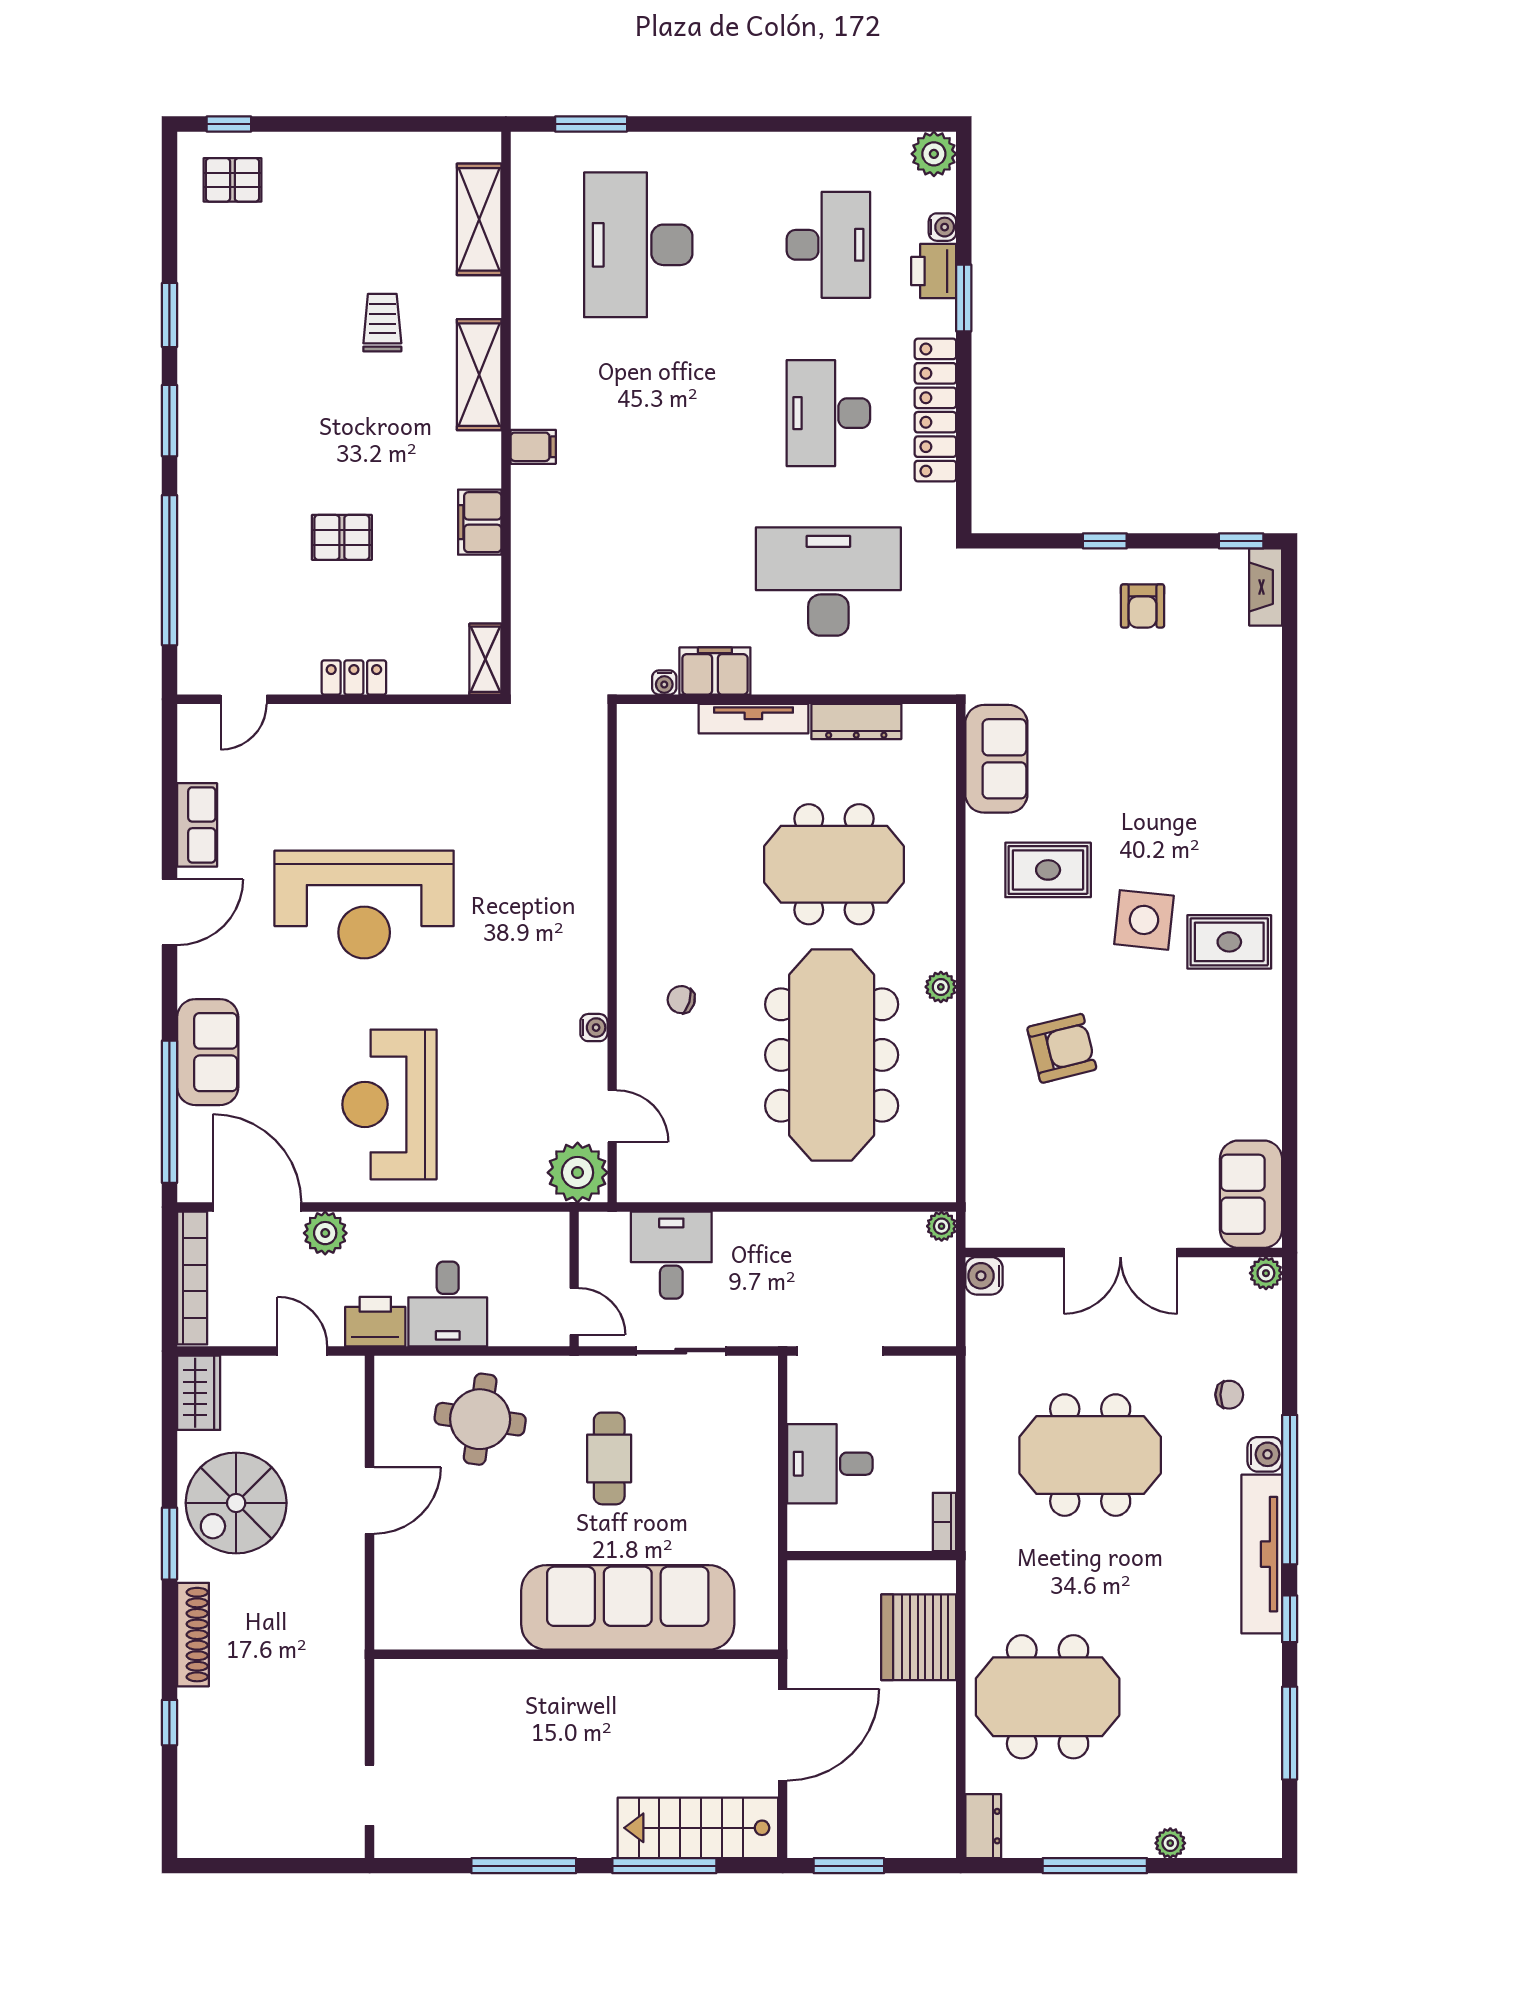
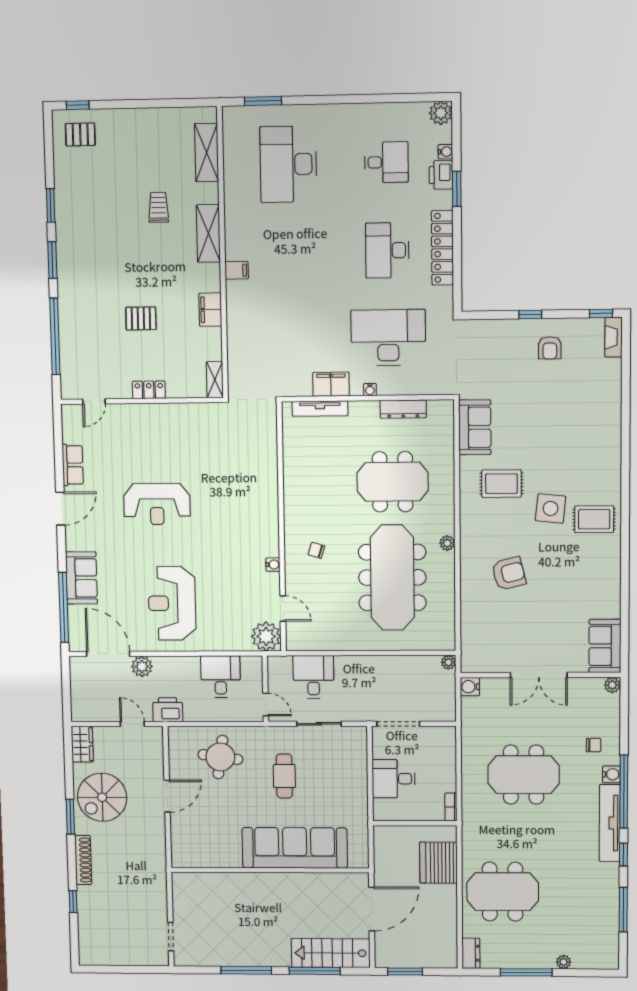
desk: (828, 245) -> (386, 162), width x0.73
water cooler: (664, 683) -> (370, 390), moved
tv unit: (753, 719) -> (320, 409), moved
reception desk: (364, 904) -> (157, 504), width x0.74, depth x0.77
bookcase: (192, 1278) -> (77, 689), removed
desk: (448, 1304) -> (221, 677), moved, turned 180

